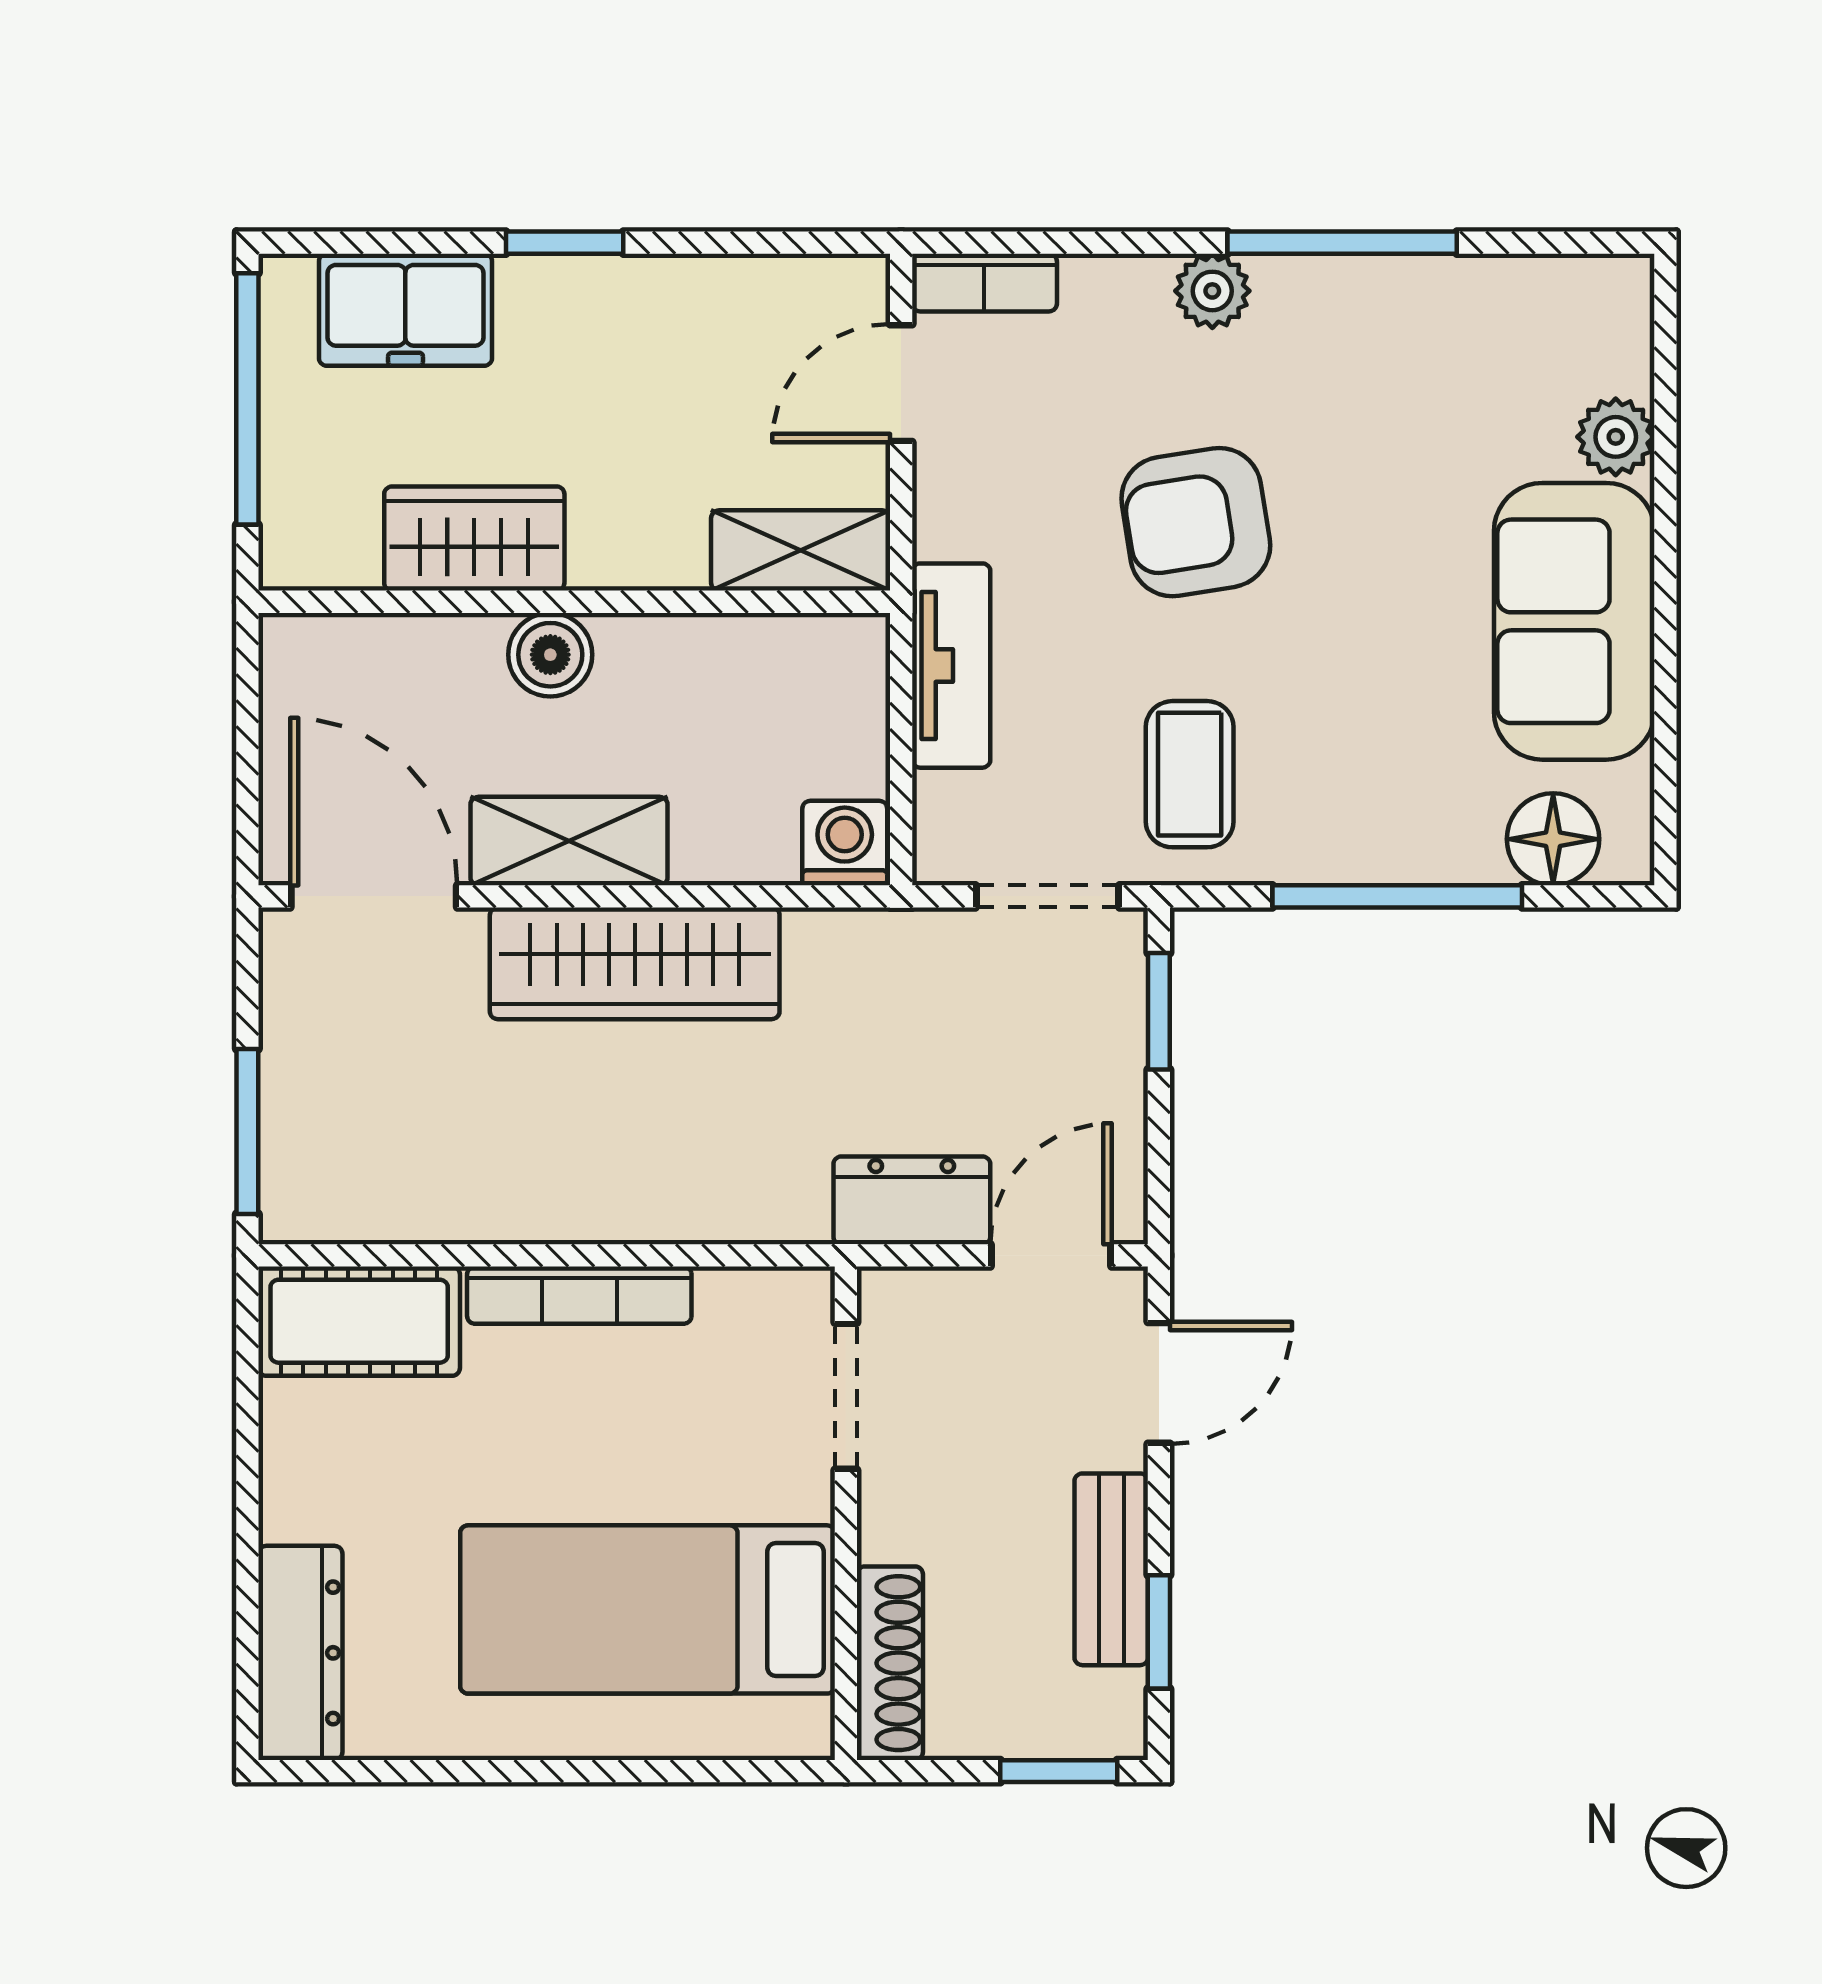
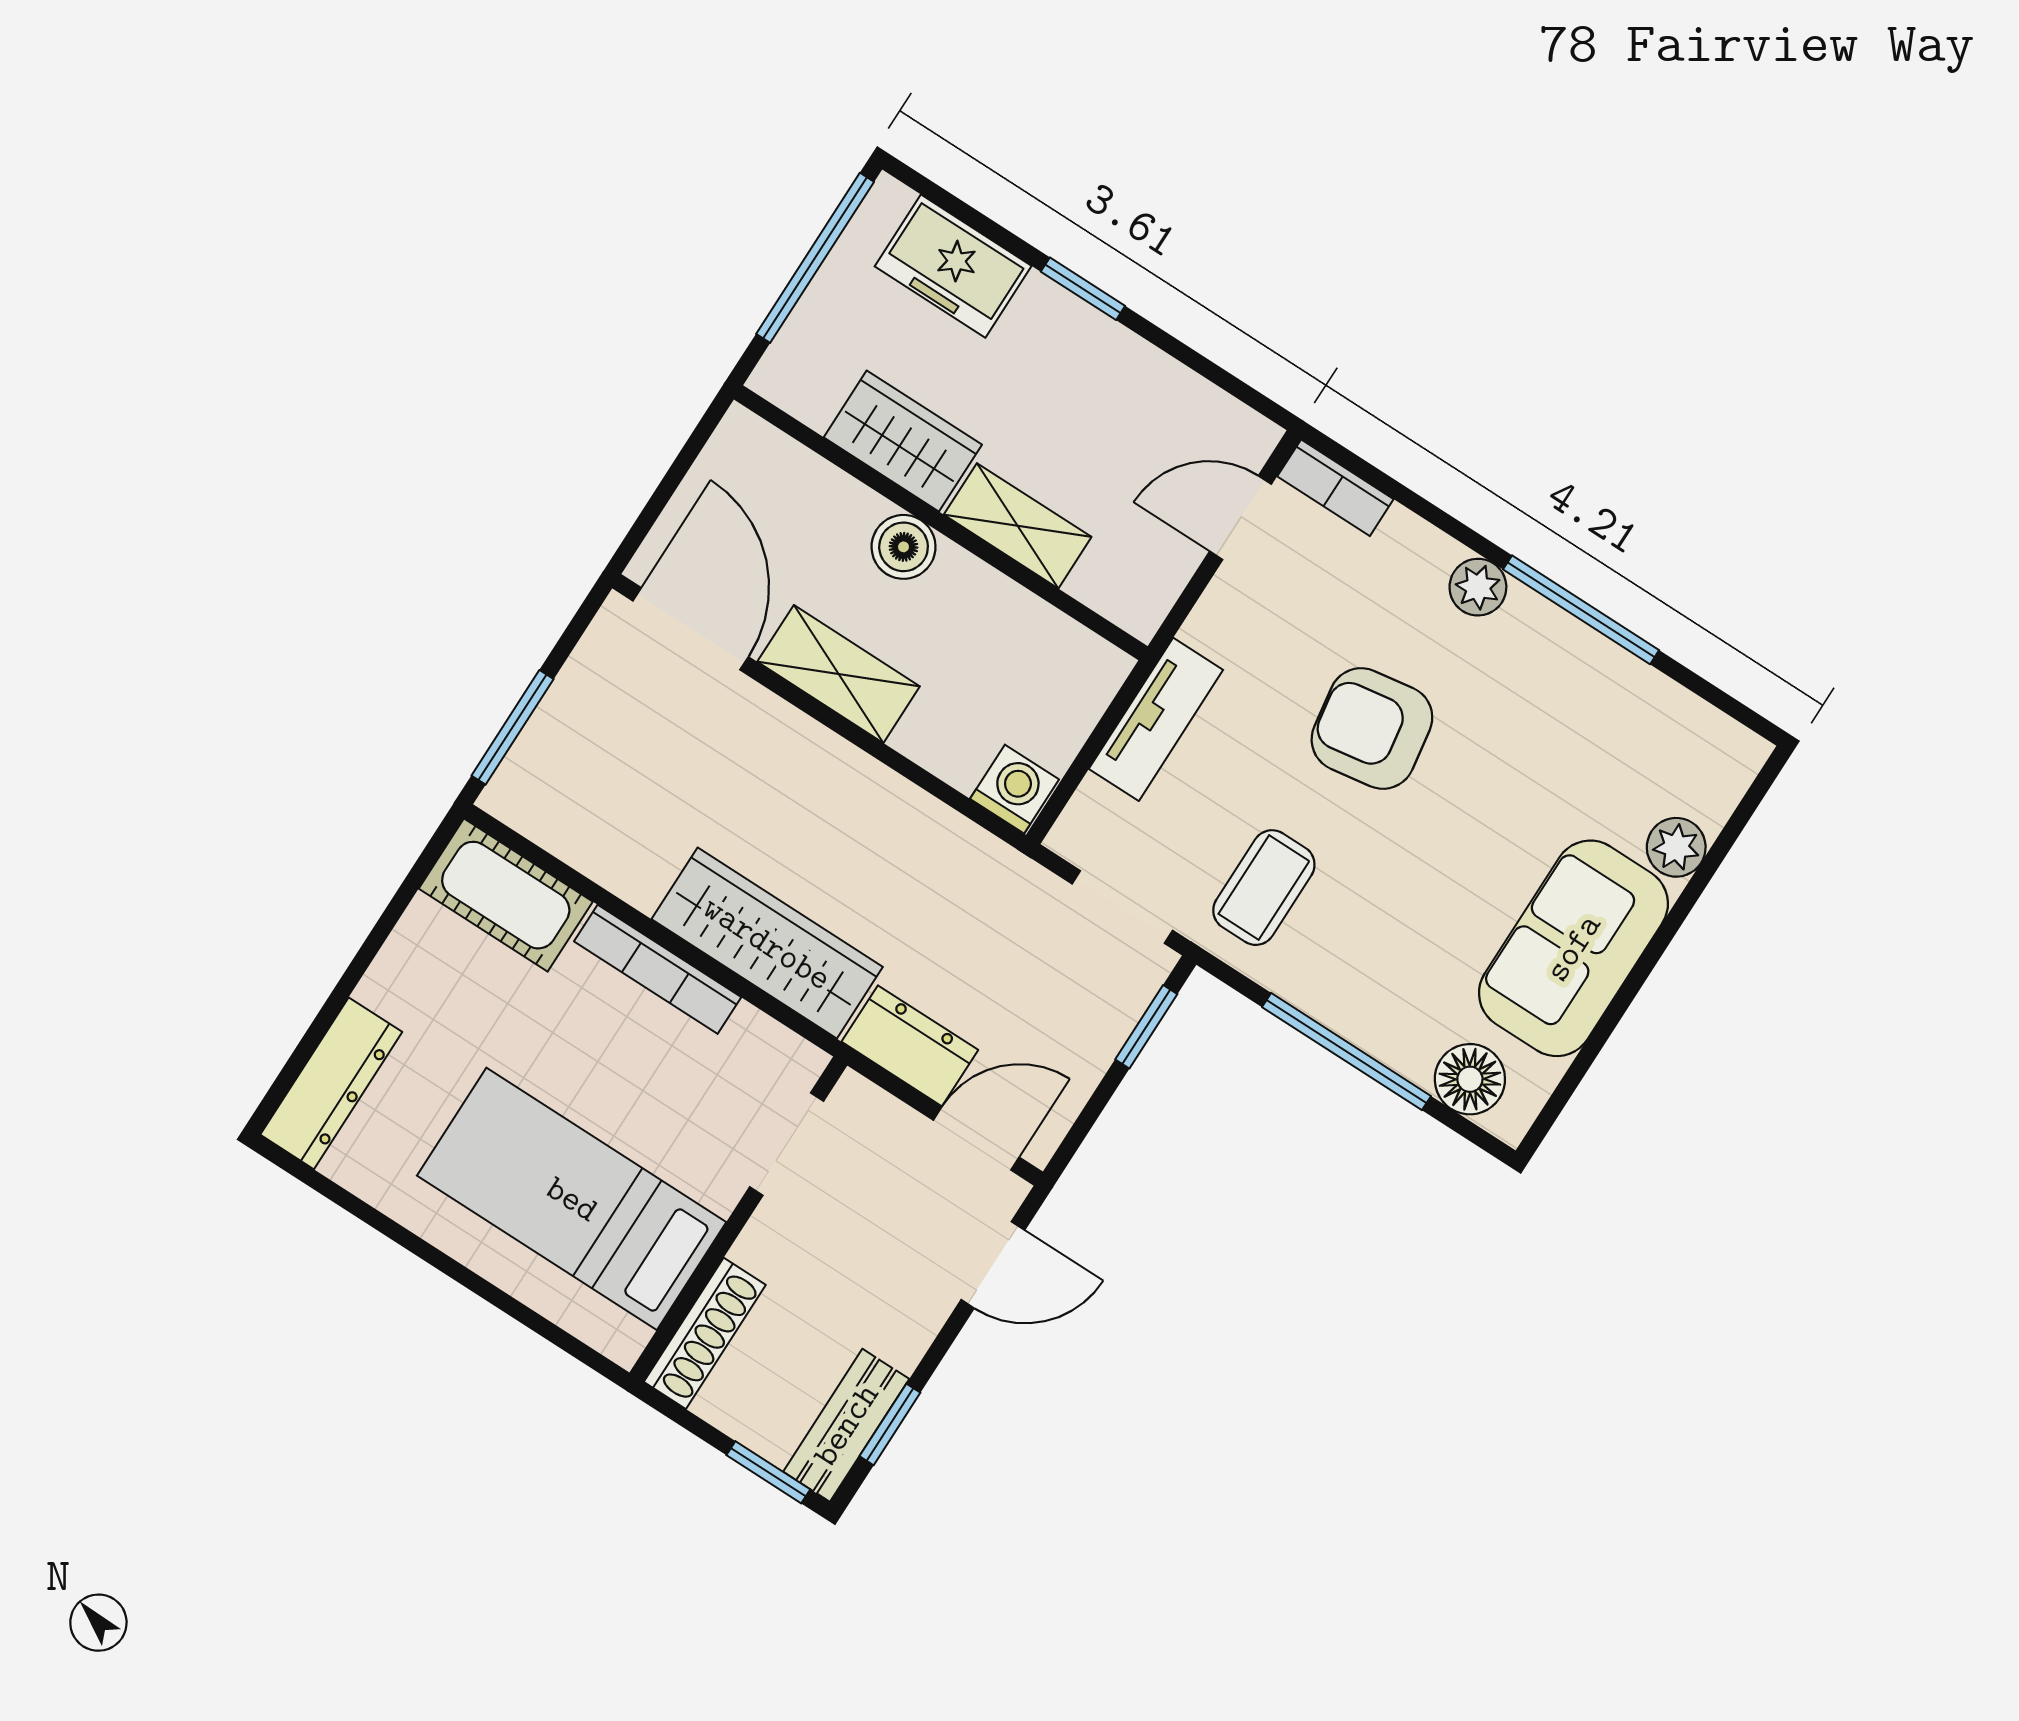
shelving: (801, 550) -> (1018, 526), moved
wardrobe: (635, 963) -> (767, 943), moved, turned 180
bench: (1111, 1569) -> (846, 1425), moved

